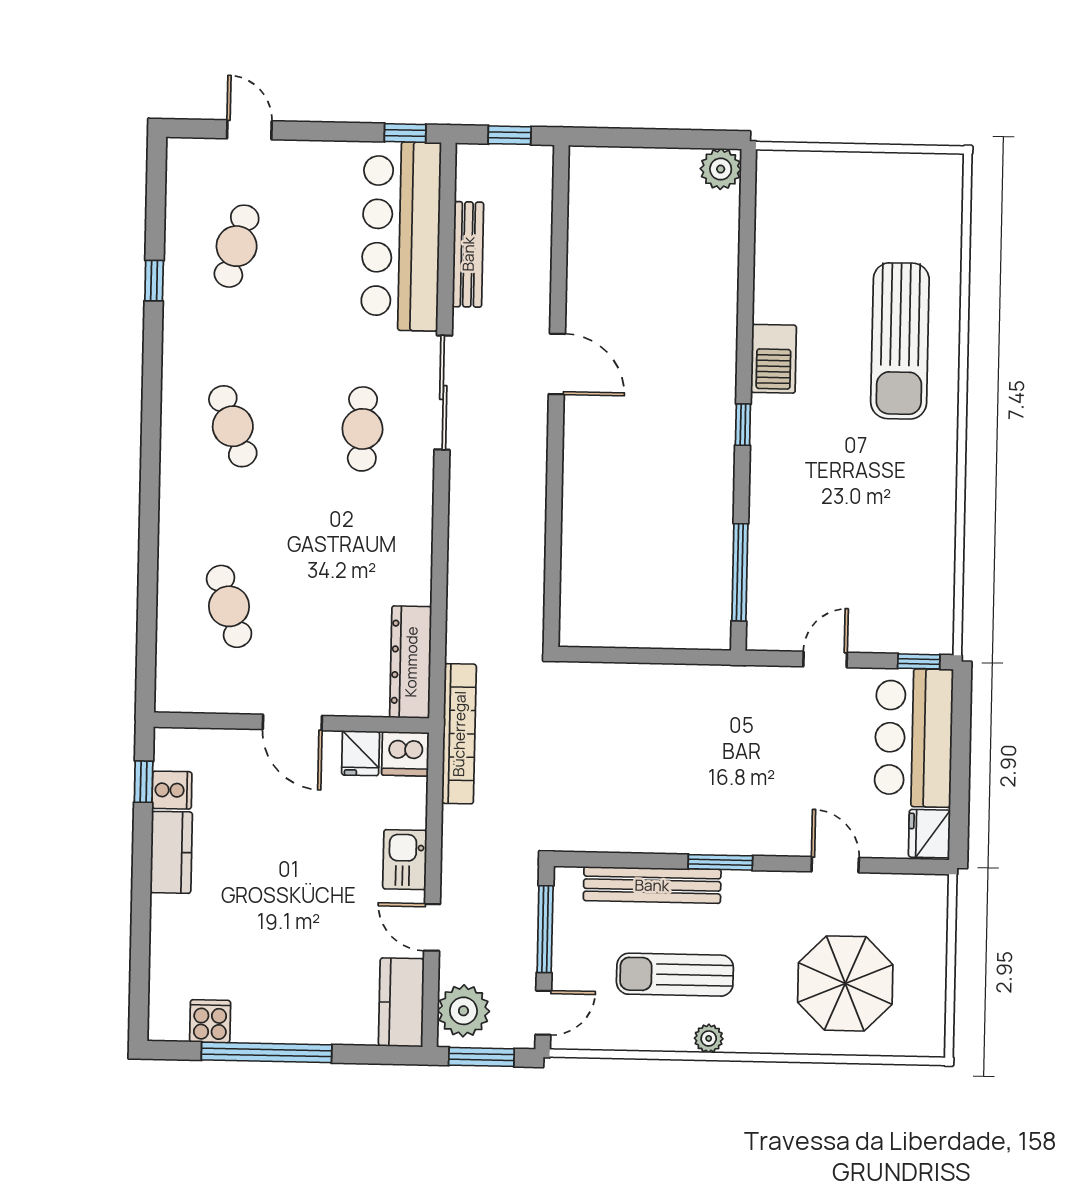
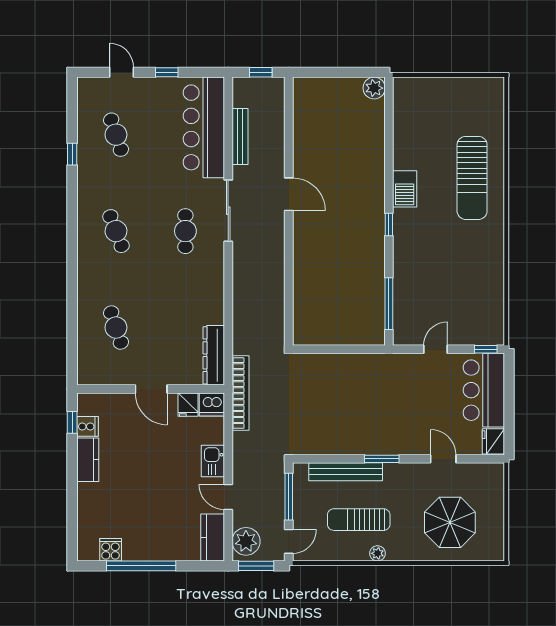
window: (405, 133) -> (167, 72), moved
cafe table: (237, 246) -> (116, 135), turned -33

